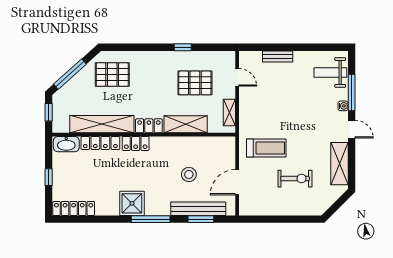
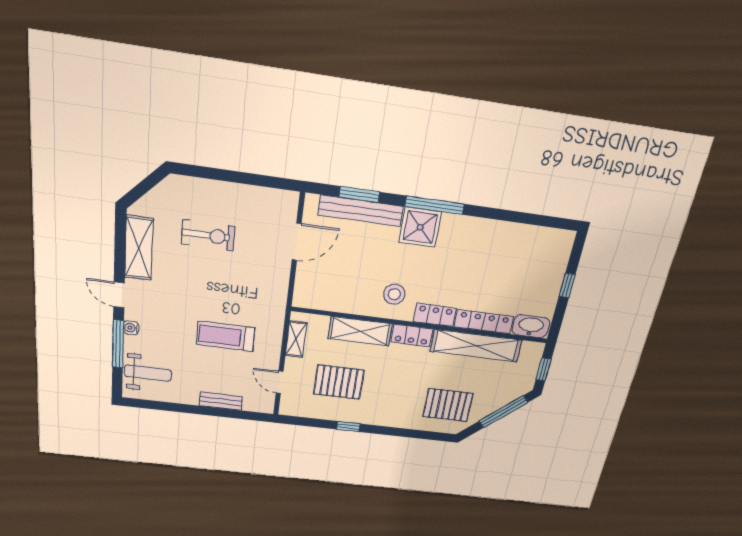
treadmill: (266, 148) -> (225, 336), moved
stool: (189, 174) -> (394, 294), moved
exercise bike: (295, 179) -> (208, 235), turned 180
shower: (132, 203) -> (420, 227), moved
locker: (74, 208) -> (544, 237), removed

